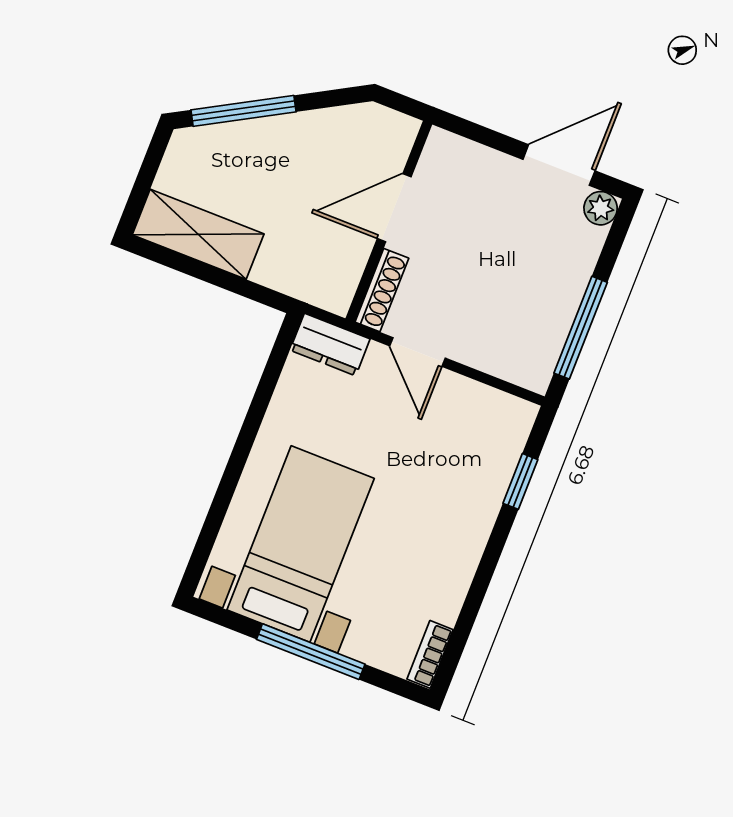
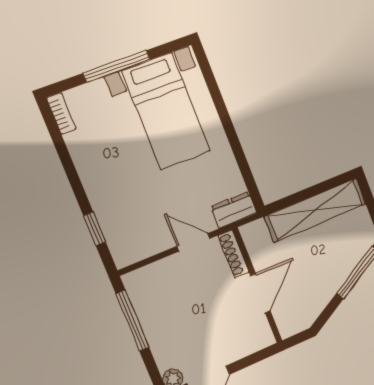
shelving: (198, 234) -> (316, 210), width x1.47

